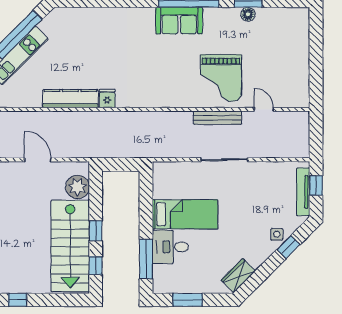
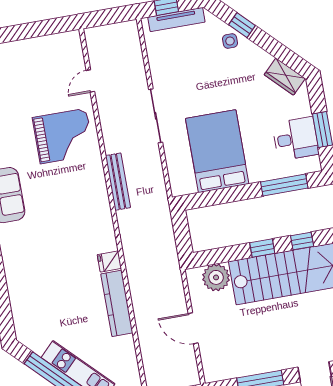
bench: (217, 118) -> (118, 182), moved
door: (38, 160) -> (193, 328), hinge flipped
bed: (185, 214) -> (217, 151), width x1.50
desk: (170, 247) -> (296, 139), moved, turned -90

